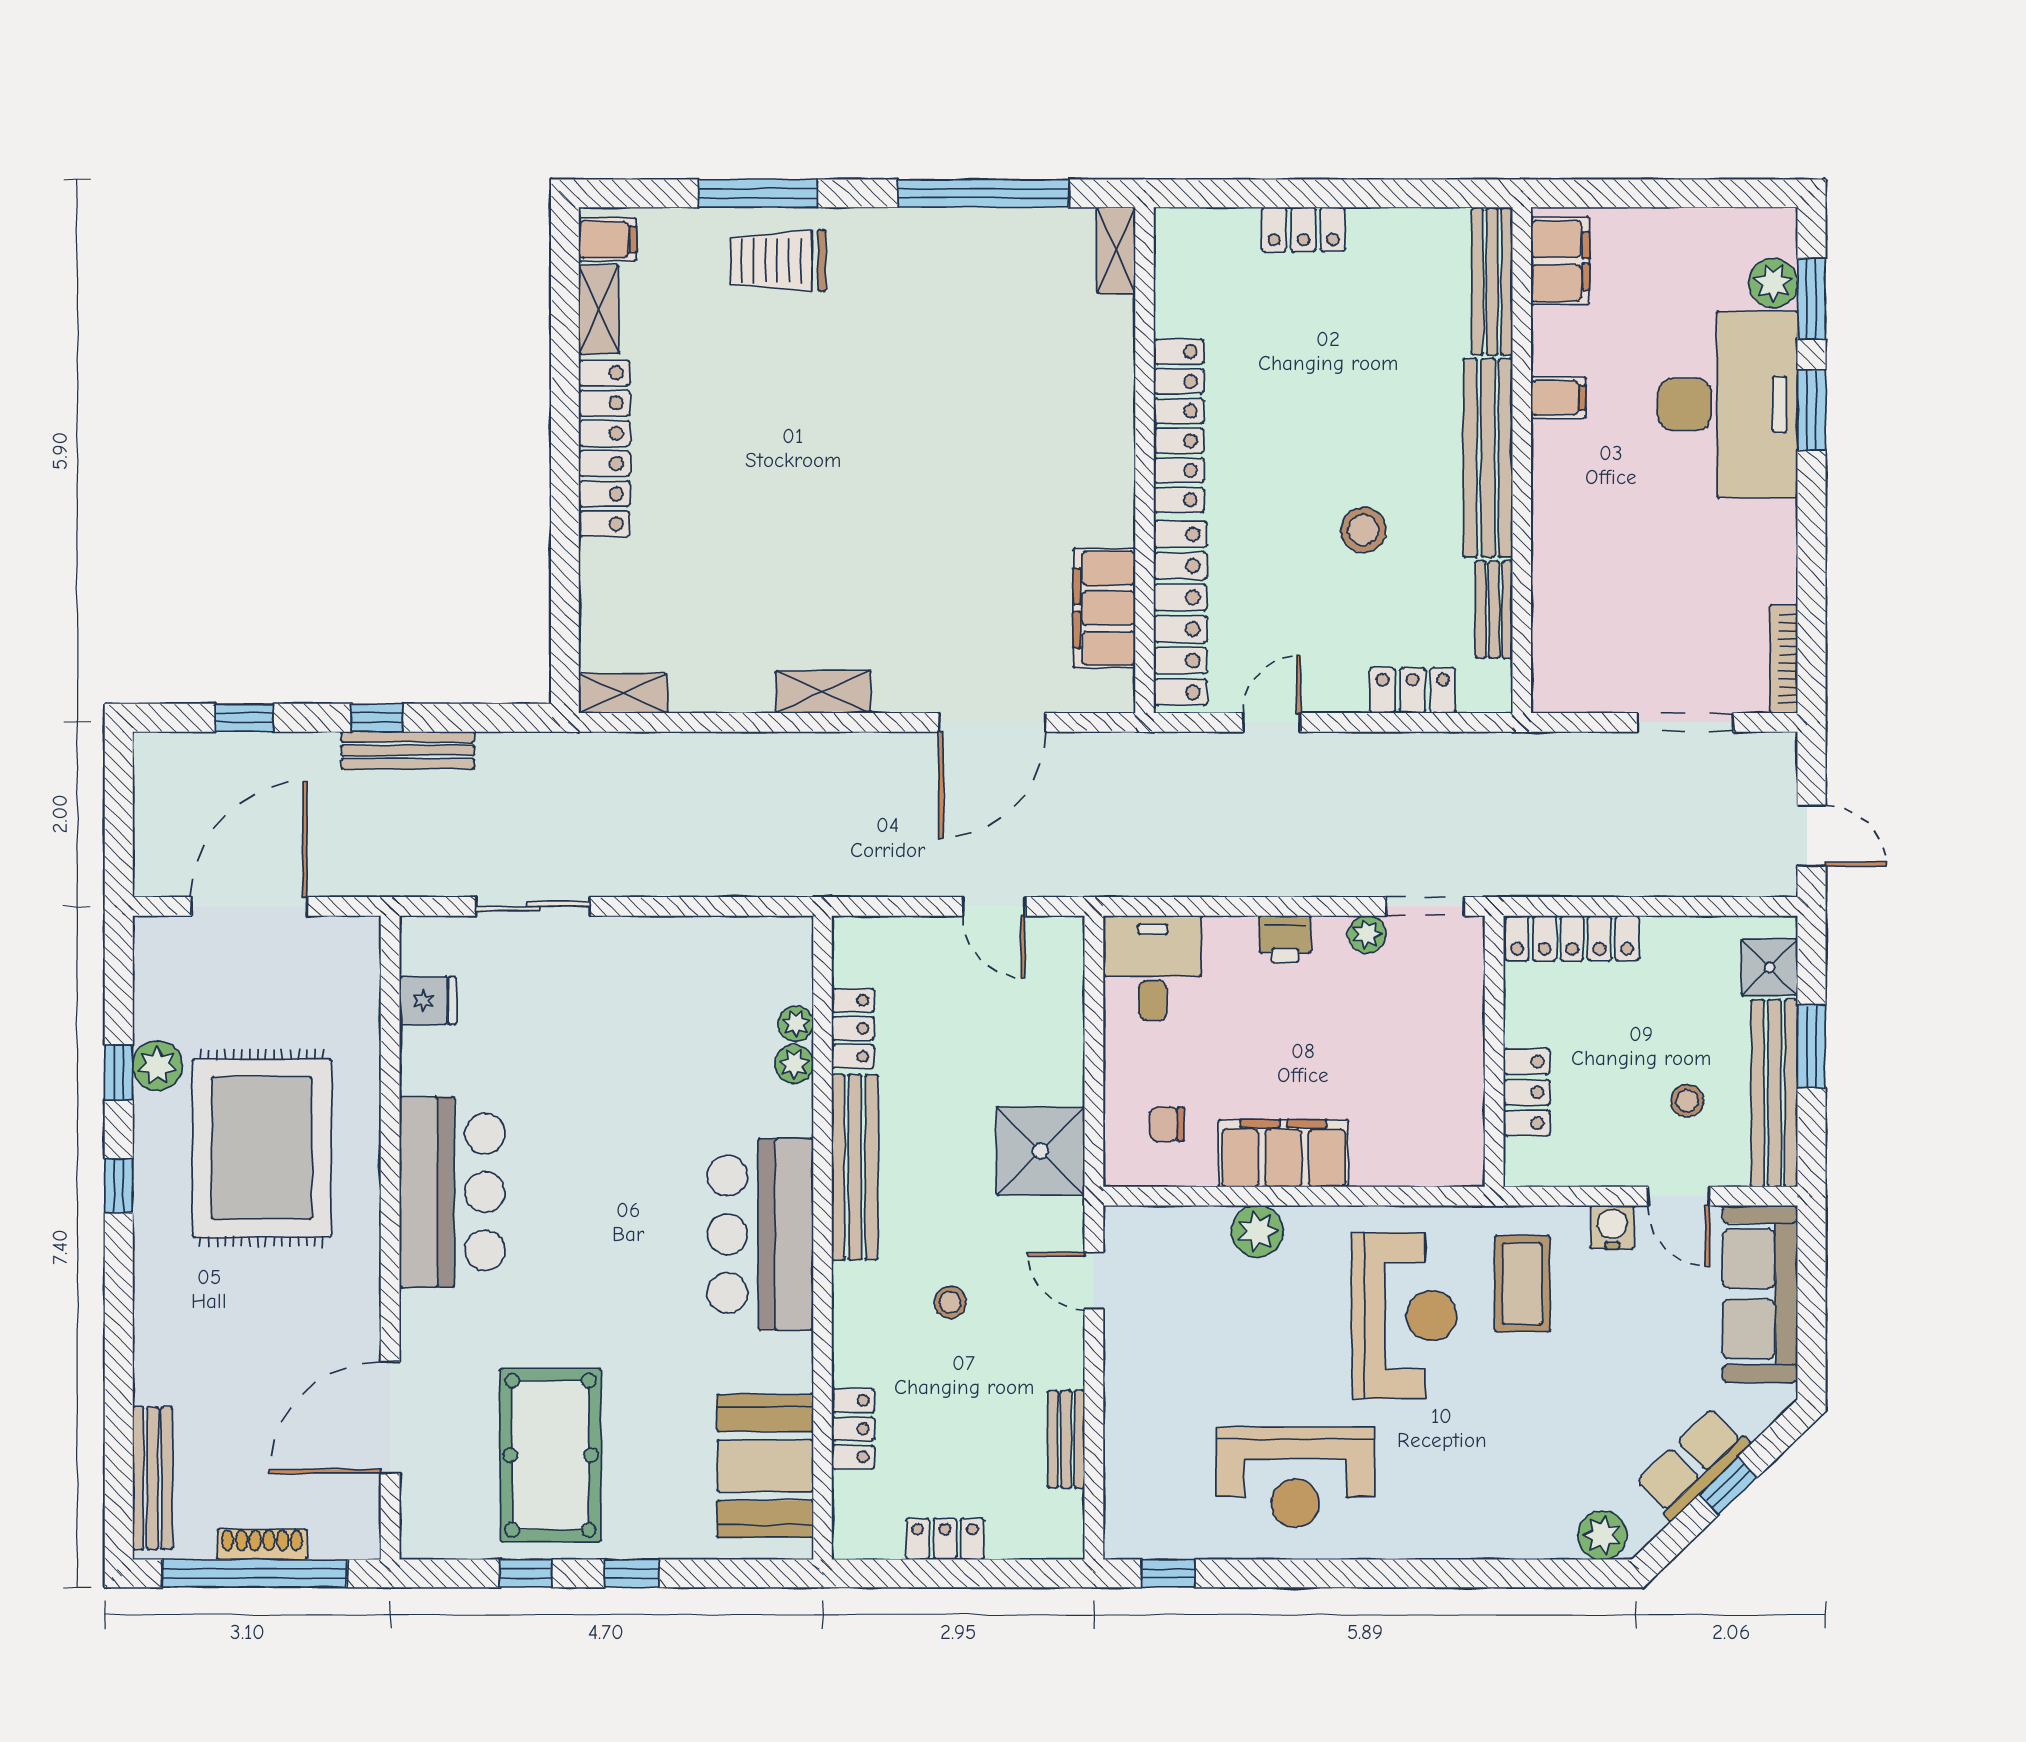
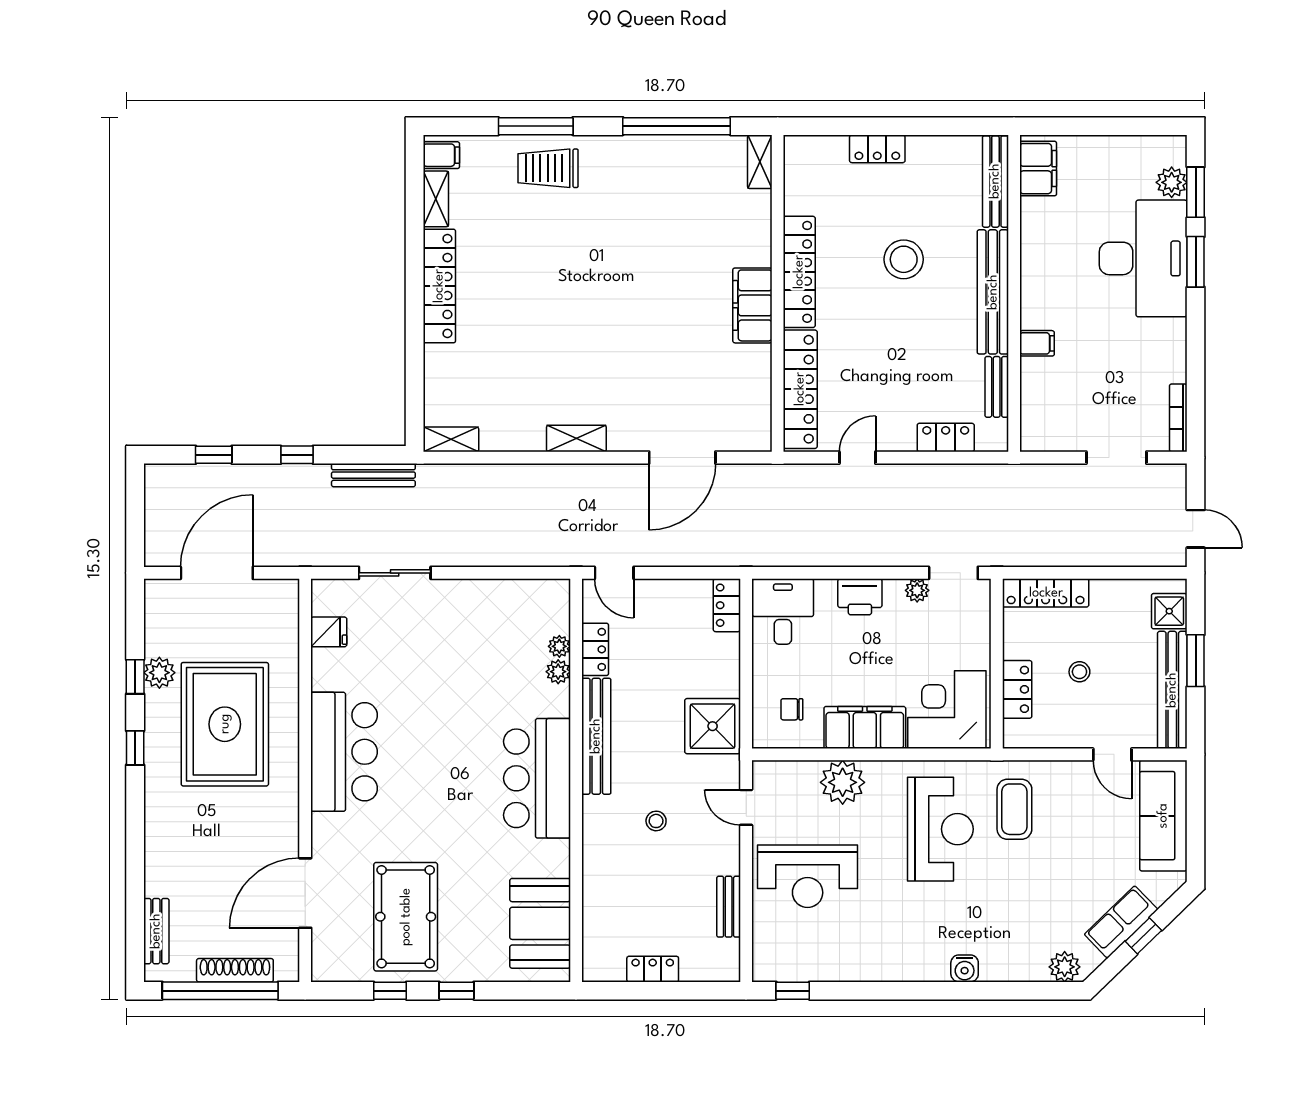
filing cabinet: (1558, 398) -> (1037, 343), moved
stool: (1363, 530) -> (904, 259), moved, width x1.38, depth x1.38
filing cabinet: (1104, 608) -> (752, 305), moved
bench: (408, 750) -> (373, 475), moved
door: (994, 906) -> (614, 573), moved
printer: (1285, 939) -> (860, 597), width x1.36, depth x1.24
stool: (1687, 1101) -> (1079, 672), moved
corner desk: (1415, 1125) -> (947, 710), added
water cooler: (1612, 1227) -> (965, 968), moved, turned 180
plant: (1257, 1231) -> (843, 782), width x1.36, depth x1.36
locker: (853, 1429) -> (727, 605), moved, turned 180
reception desk: (1295, 1477) -> (808, 876), moved
bench: (153, 1478) -> (156, 931), width x0.73
shoe rack: (262, 1544) -> (235, 970), width x1.36, depth x1.24

